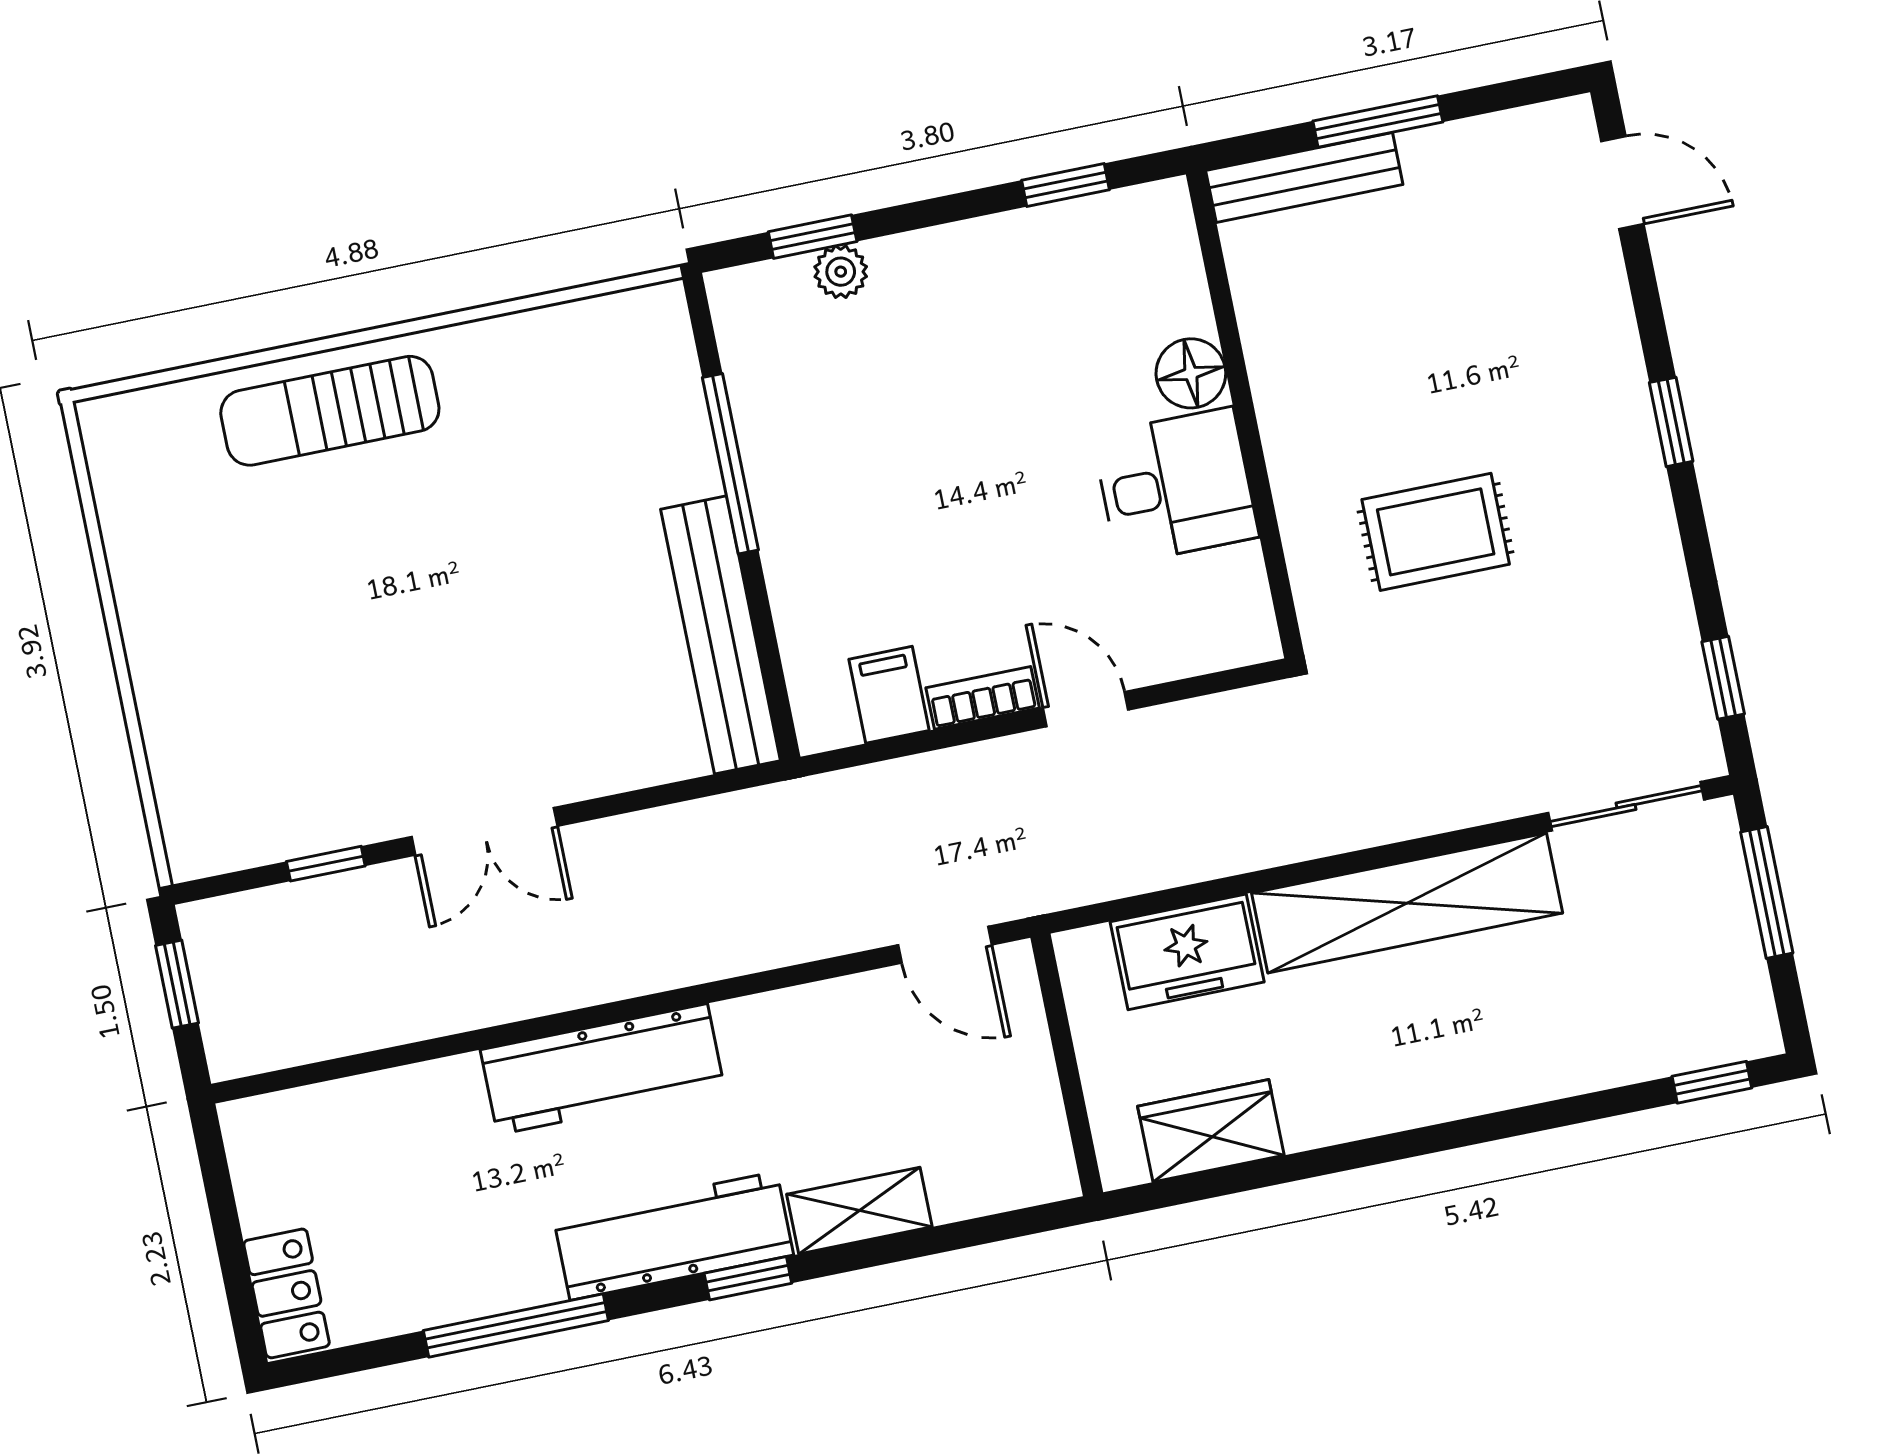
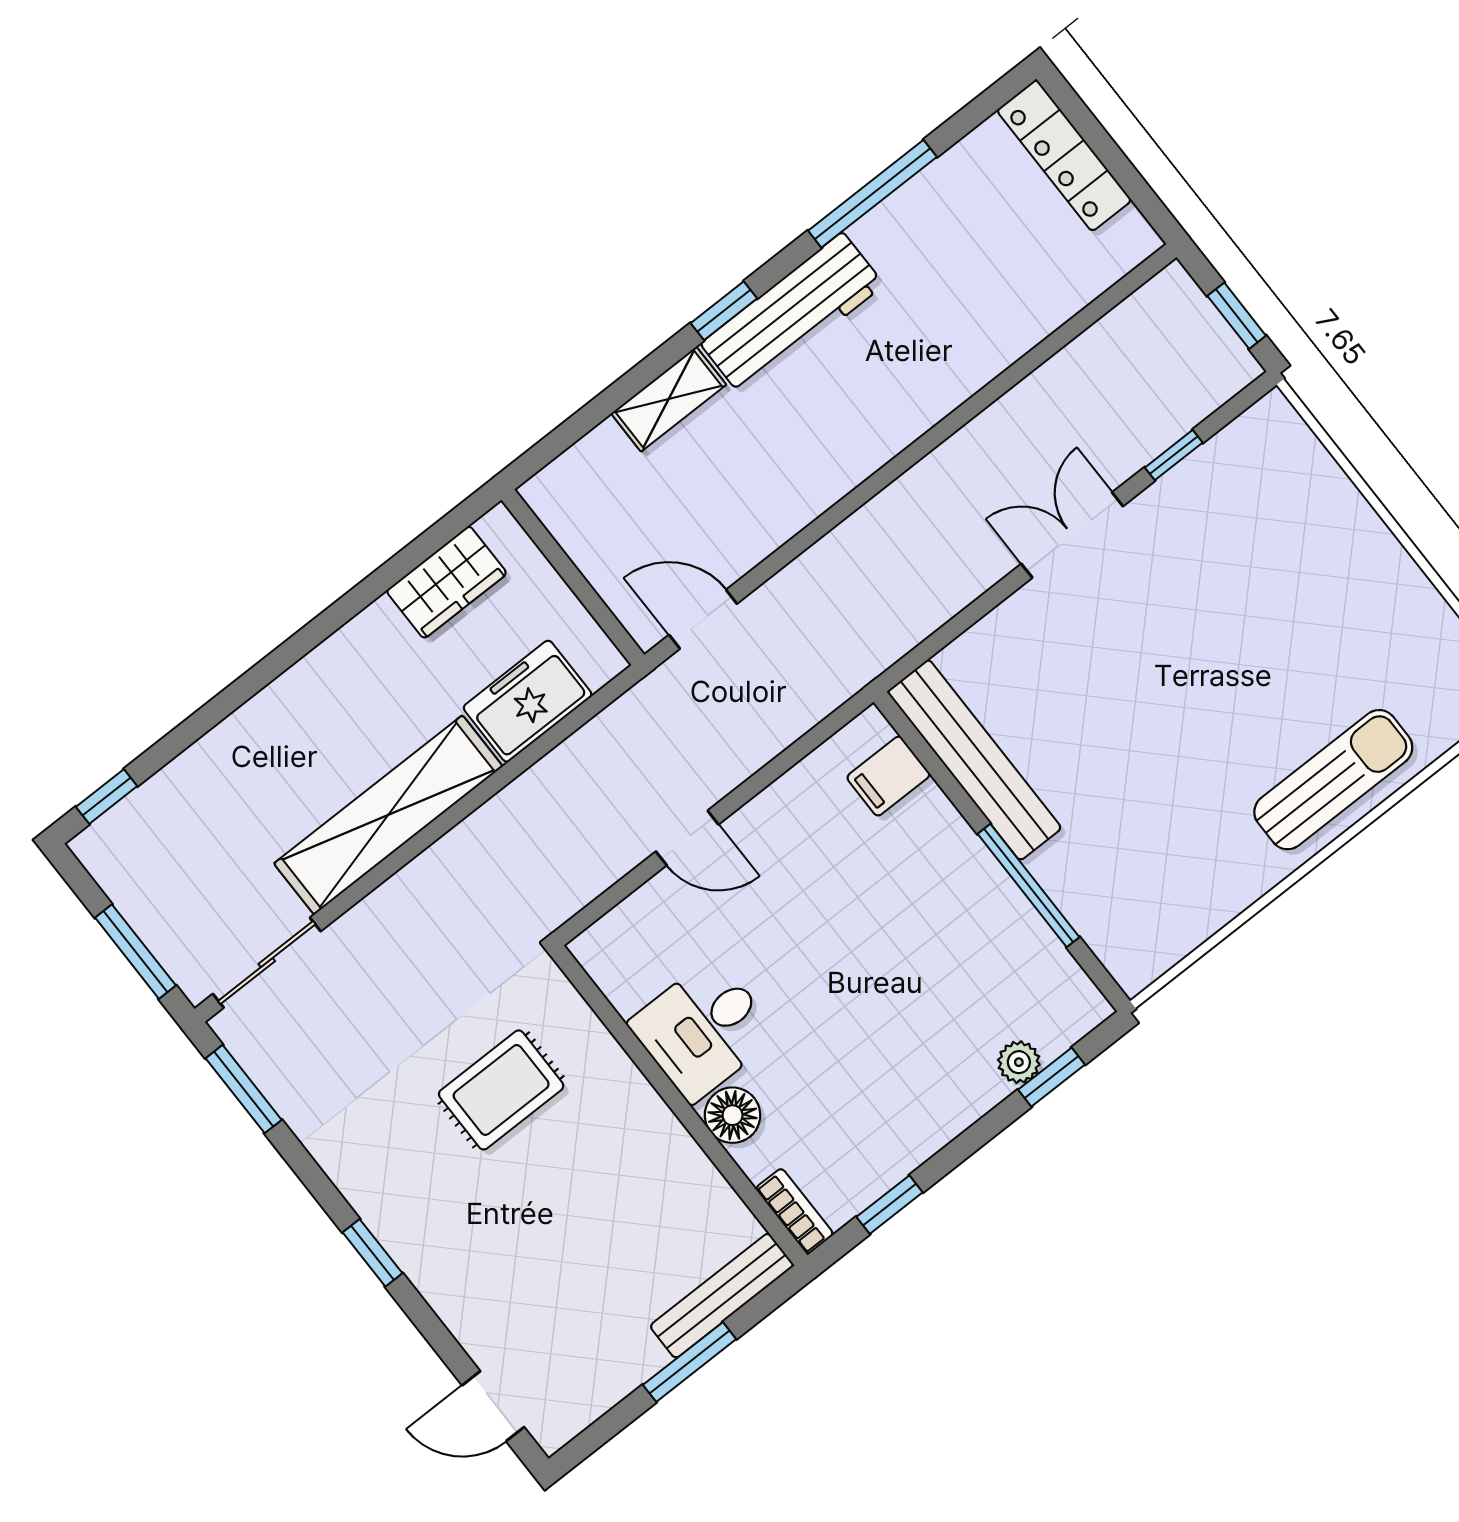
window: (1723, 678) -> (244, 1089), width x1.50
filing cabinet: (889, 695) -> (888, 776), moved, turned 90
bookcase: (983, 698) -> (795, 1211), moved, turned -90
workbench: (602, 1069) -> (903, 408), removed
locker: (287, 1293) -> (1064, 155), width x1.53

